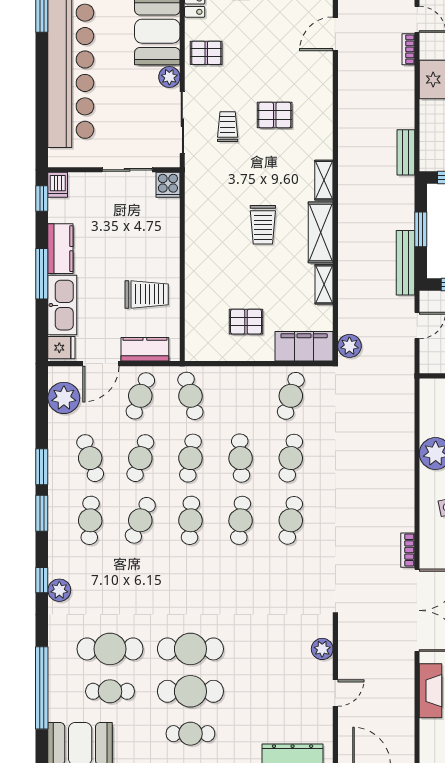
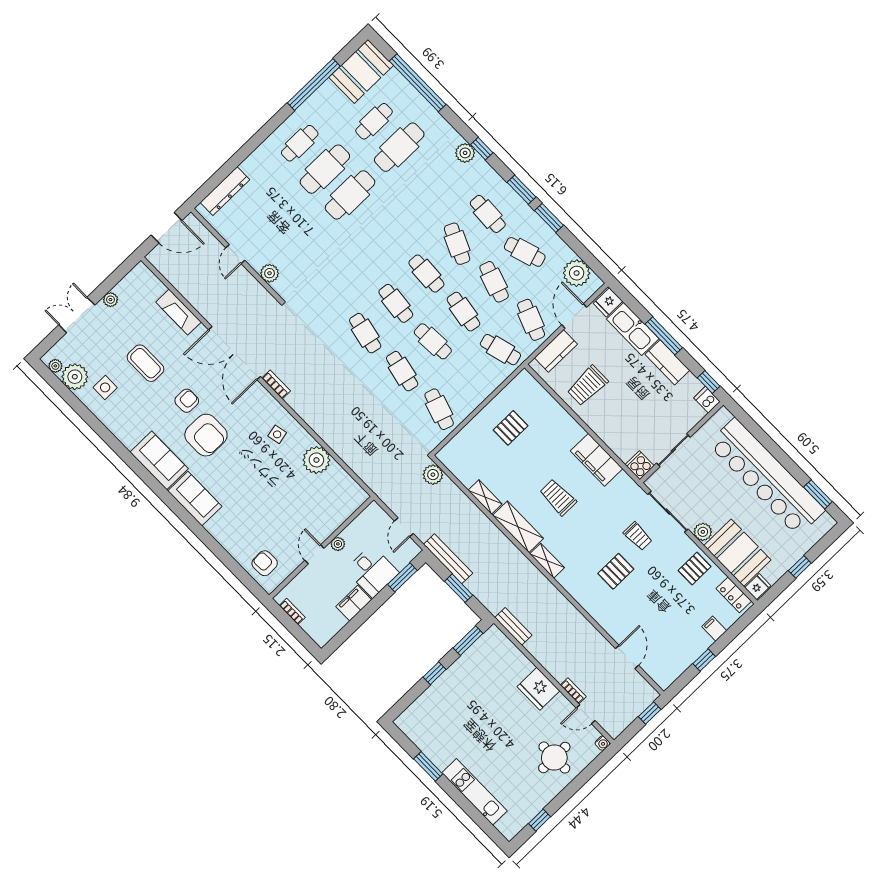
filing cabinet: (304, 346) -> (597, 460), moved, turned 90

